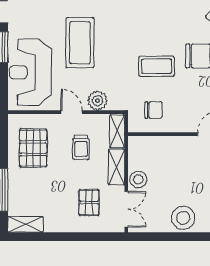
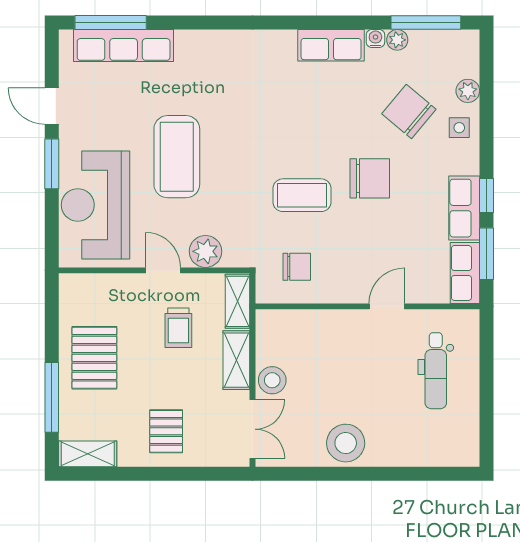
pallet: (33, 148) -> (94, 358), moved
pallet: (89, 203) -> (166, 431), moved

